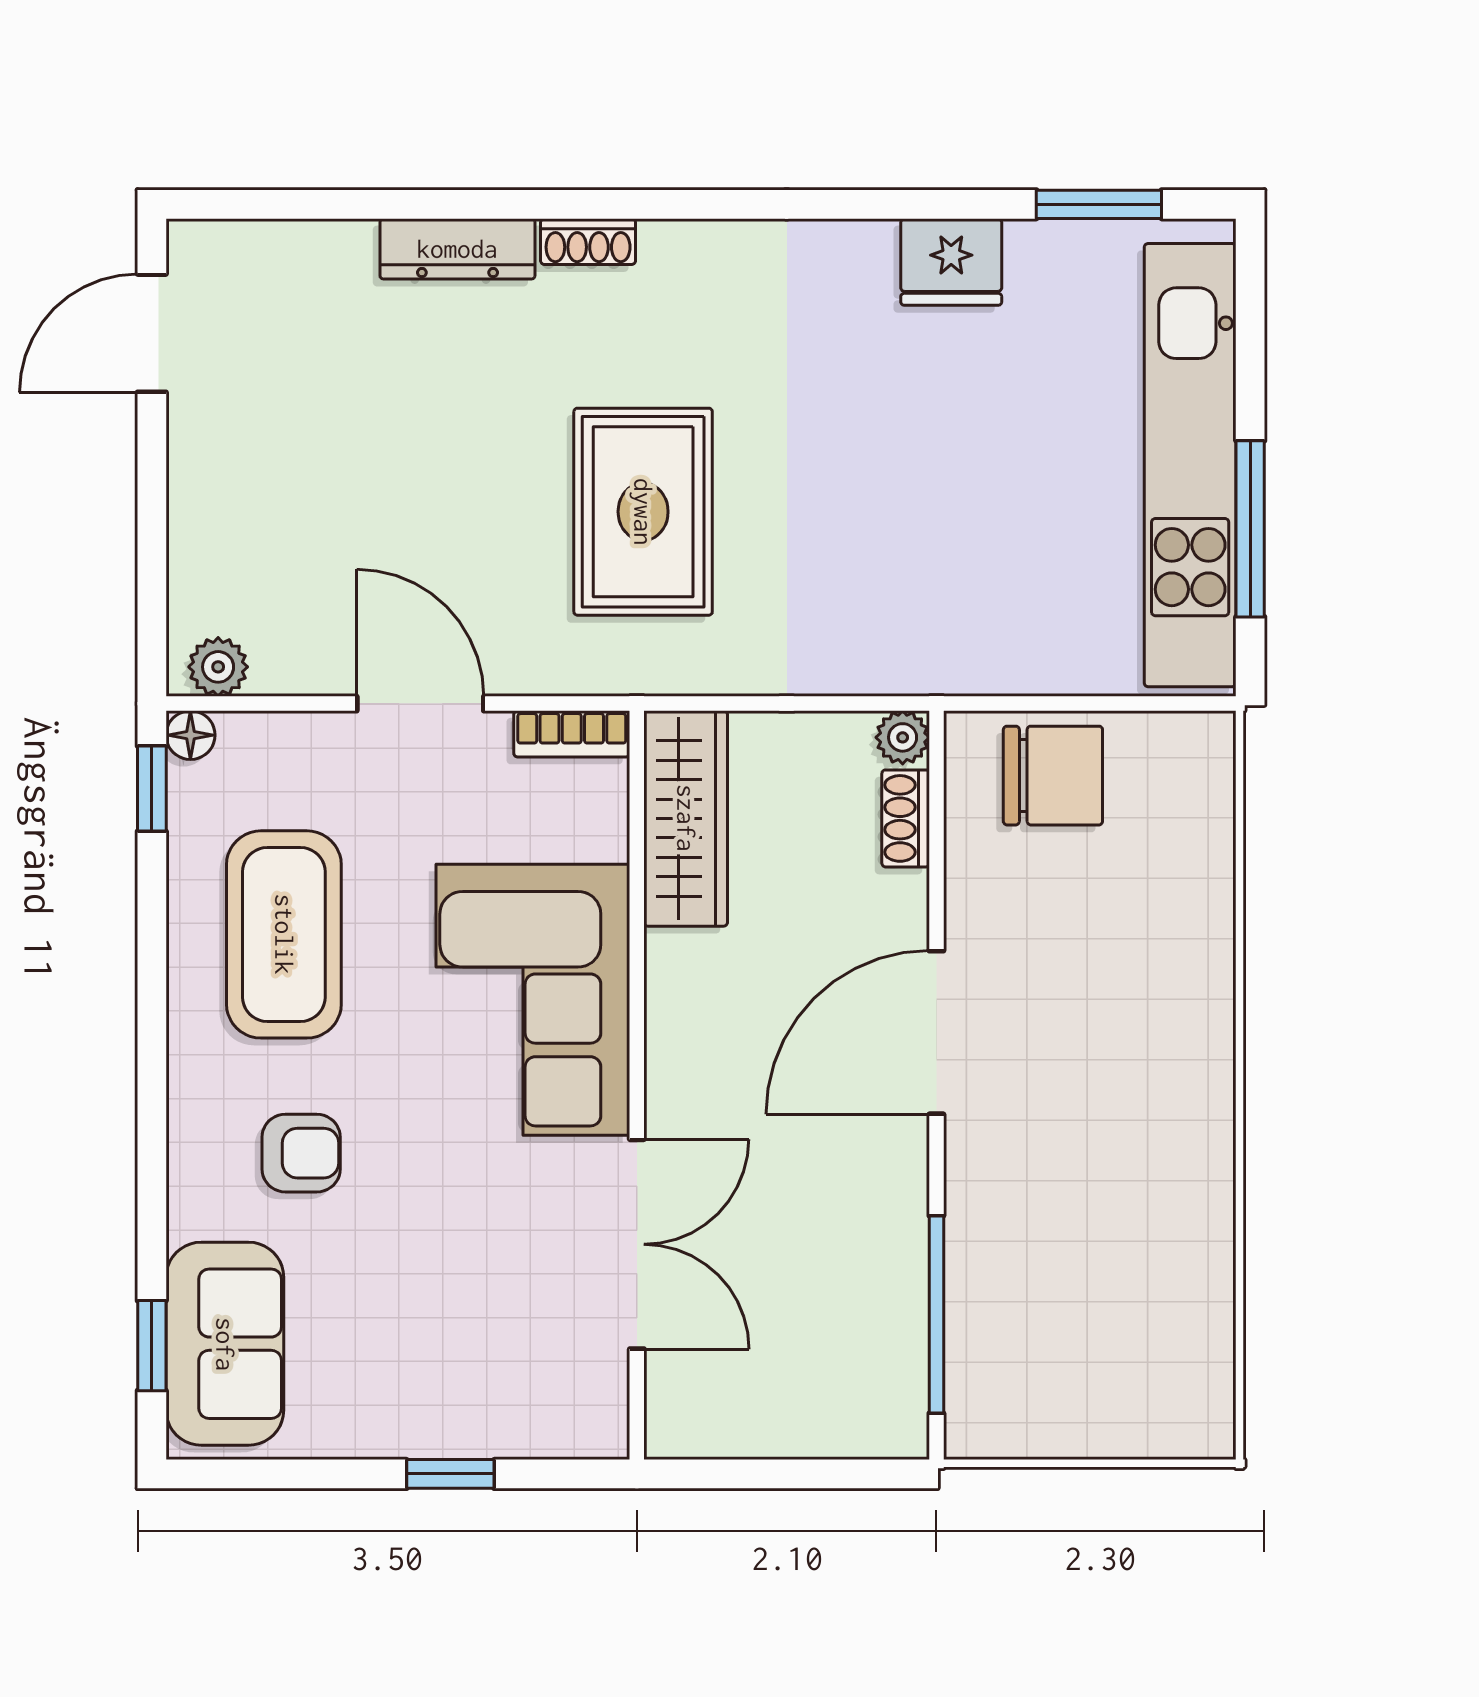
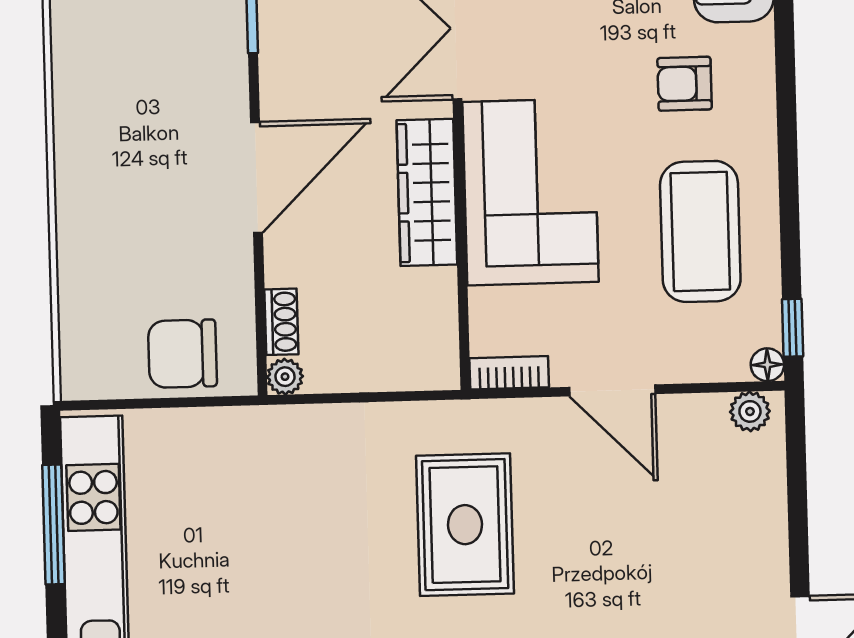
wardrobe: (686, 818) -> (427, 192), moved

